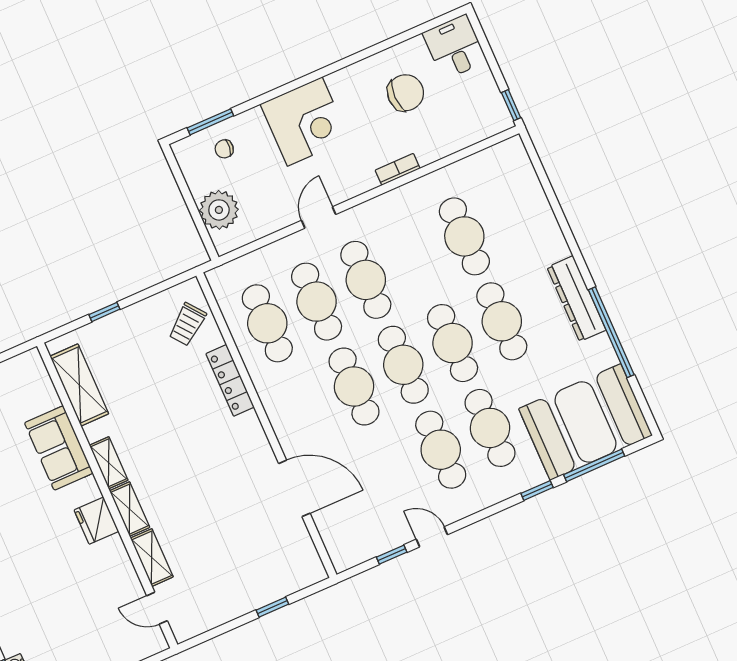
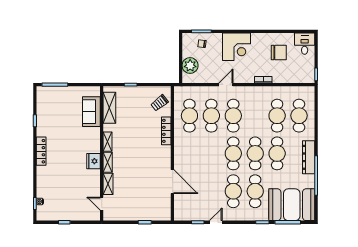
cafe table: (354, 386) -> (299, 116), moved
sofa: (59, 448) -> (91, 112), moved
door: (432, 537) -> (216, 222), hinge flipped

